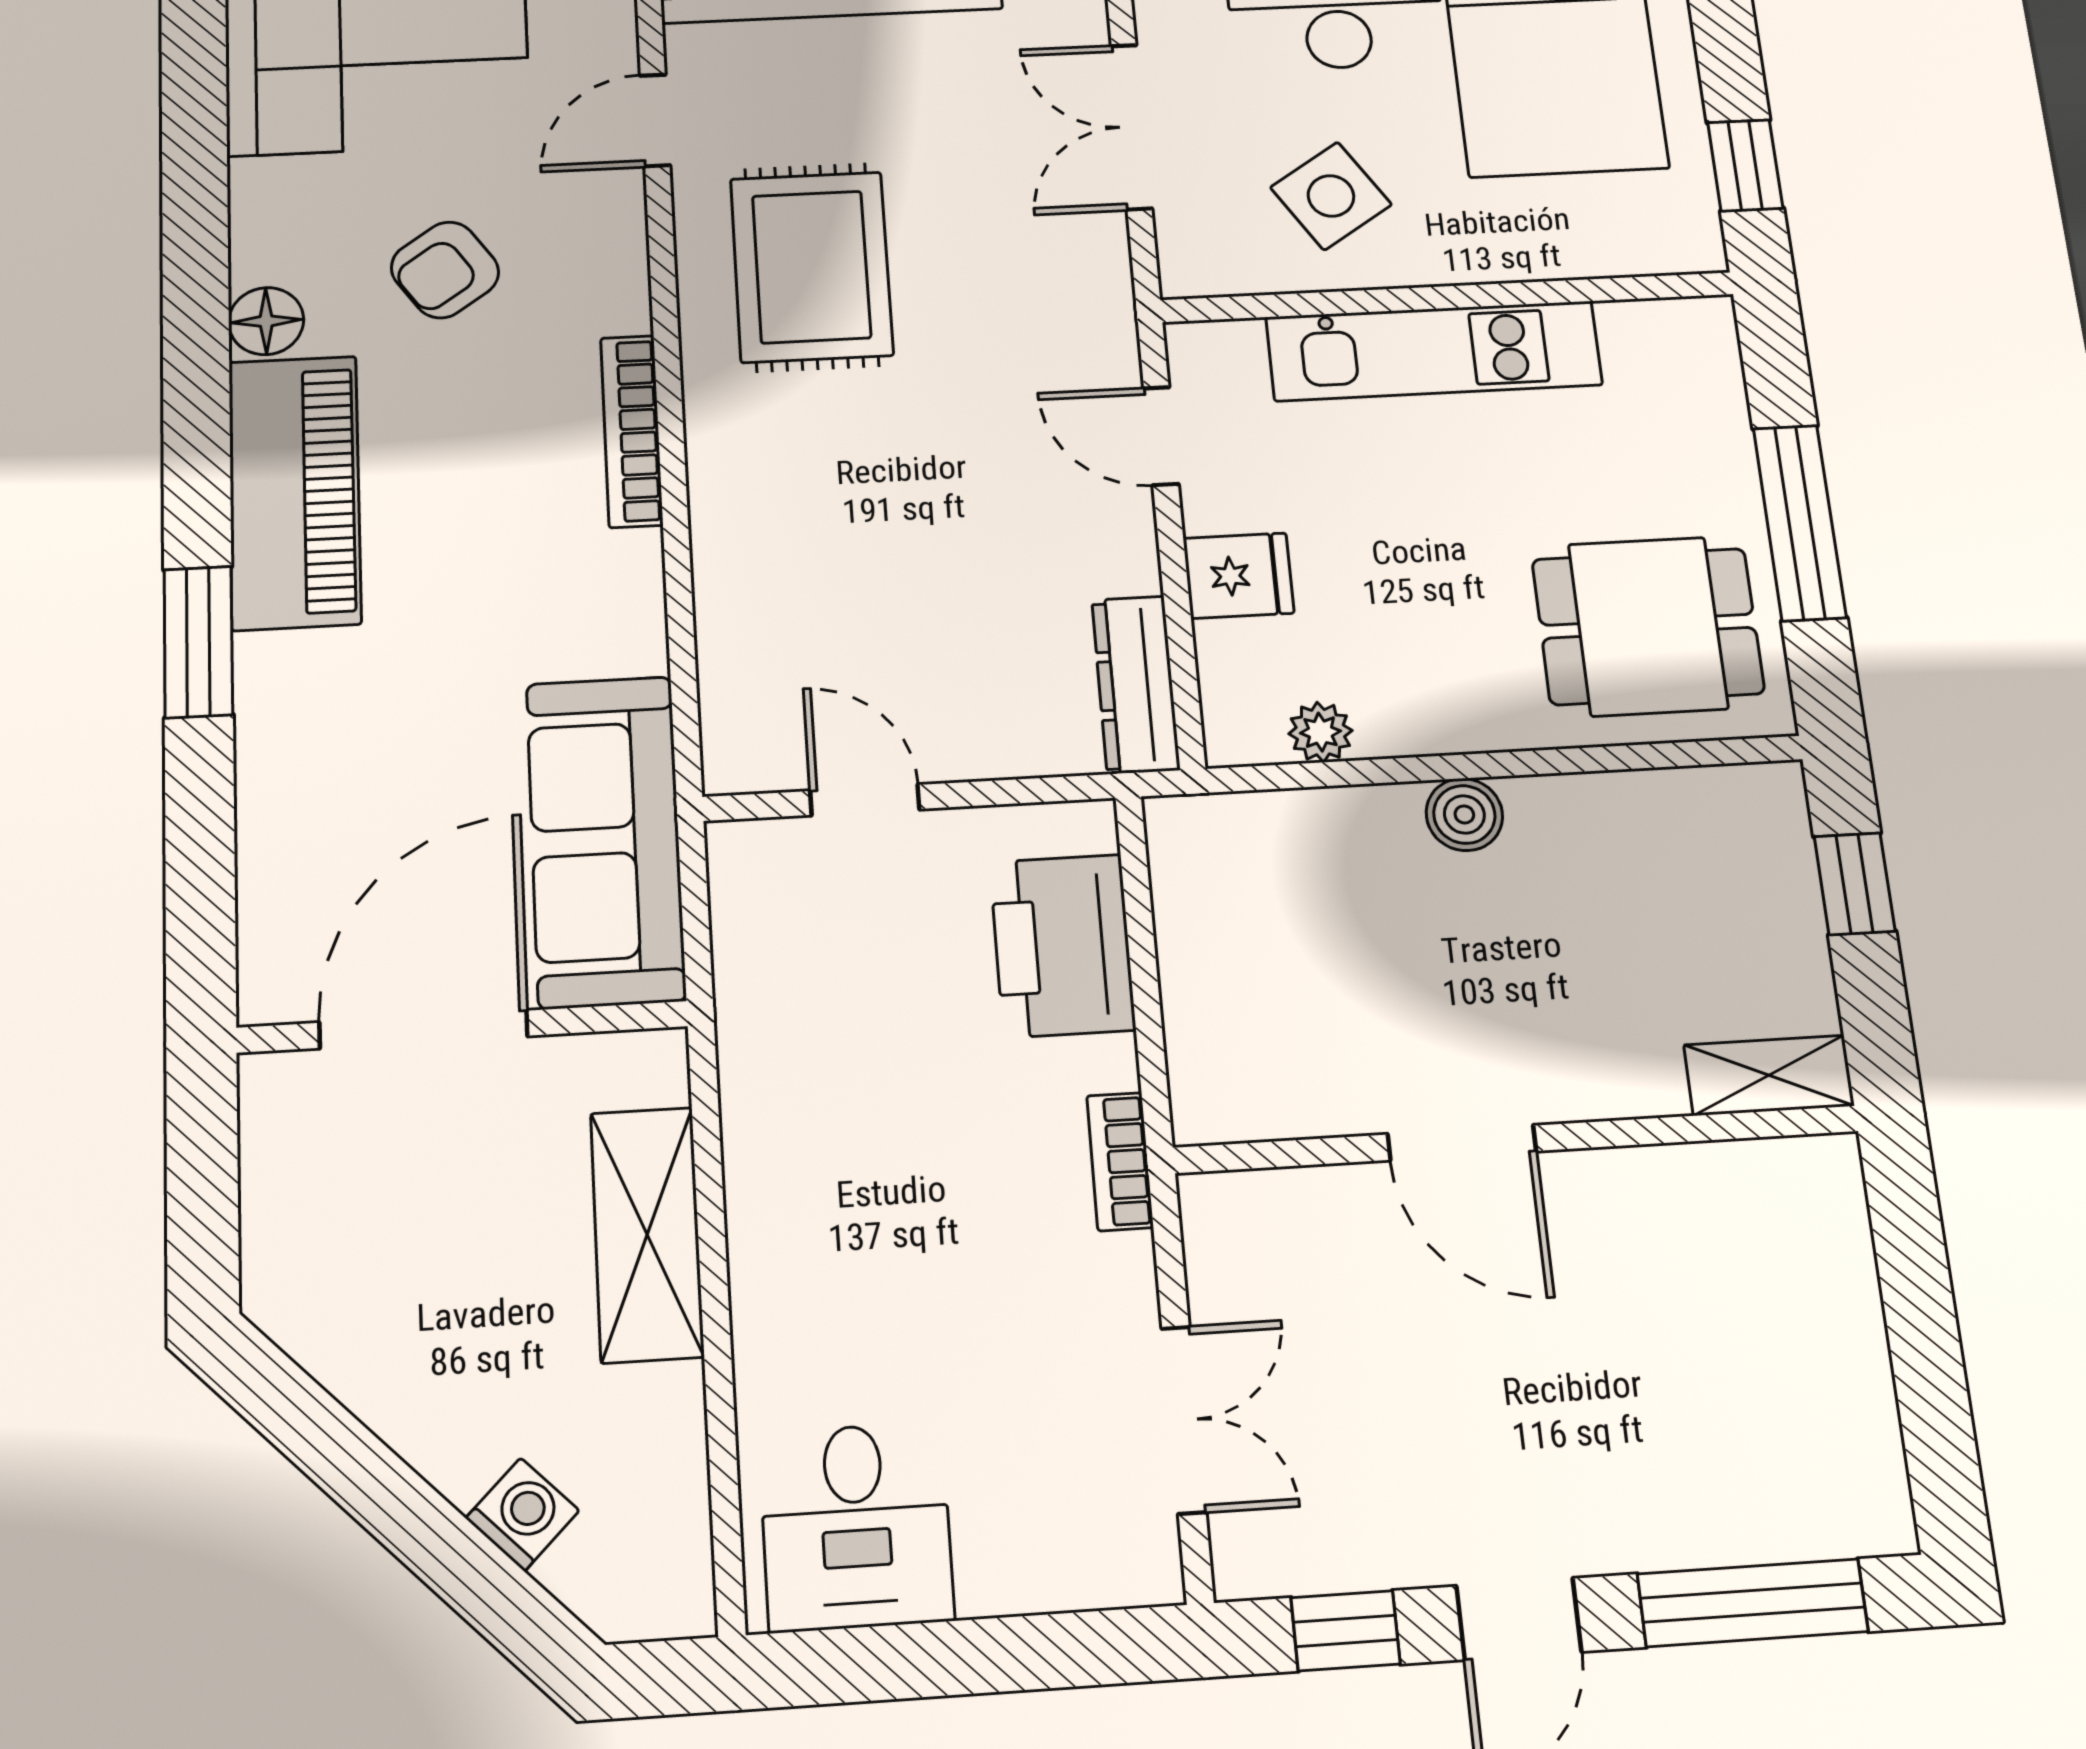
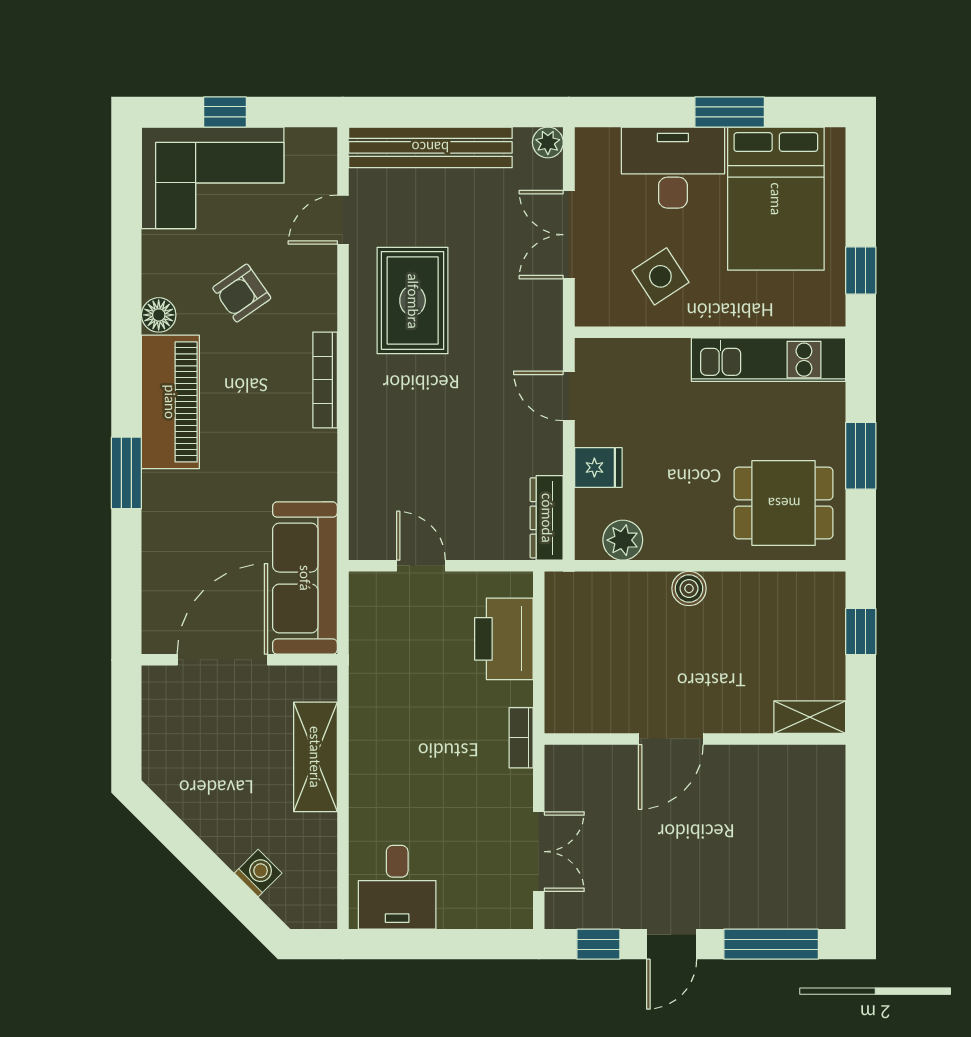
kitchen unit: (1434, 351) -> (768, 360), moved
window: (1800, 523) -> (861, 456), width x0.69
plant: (1320, 732) -> (623, 540), width x1.38, depth x1.38
door: (1462, 1143) -> (671, 739), hinge flipped

